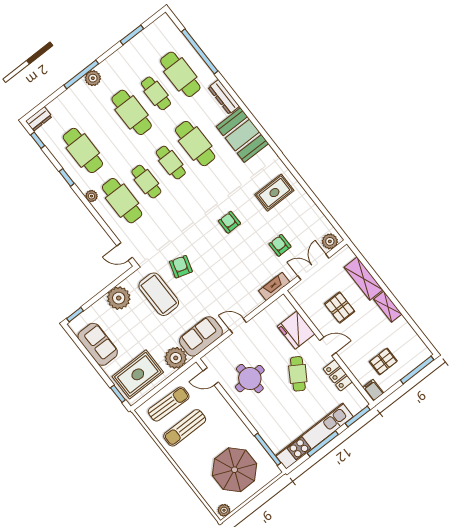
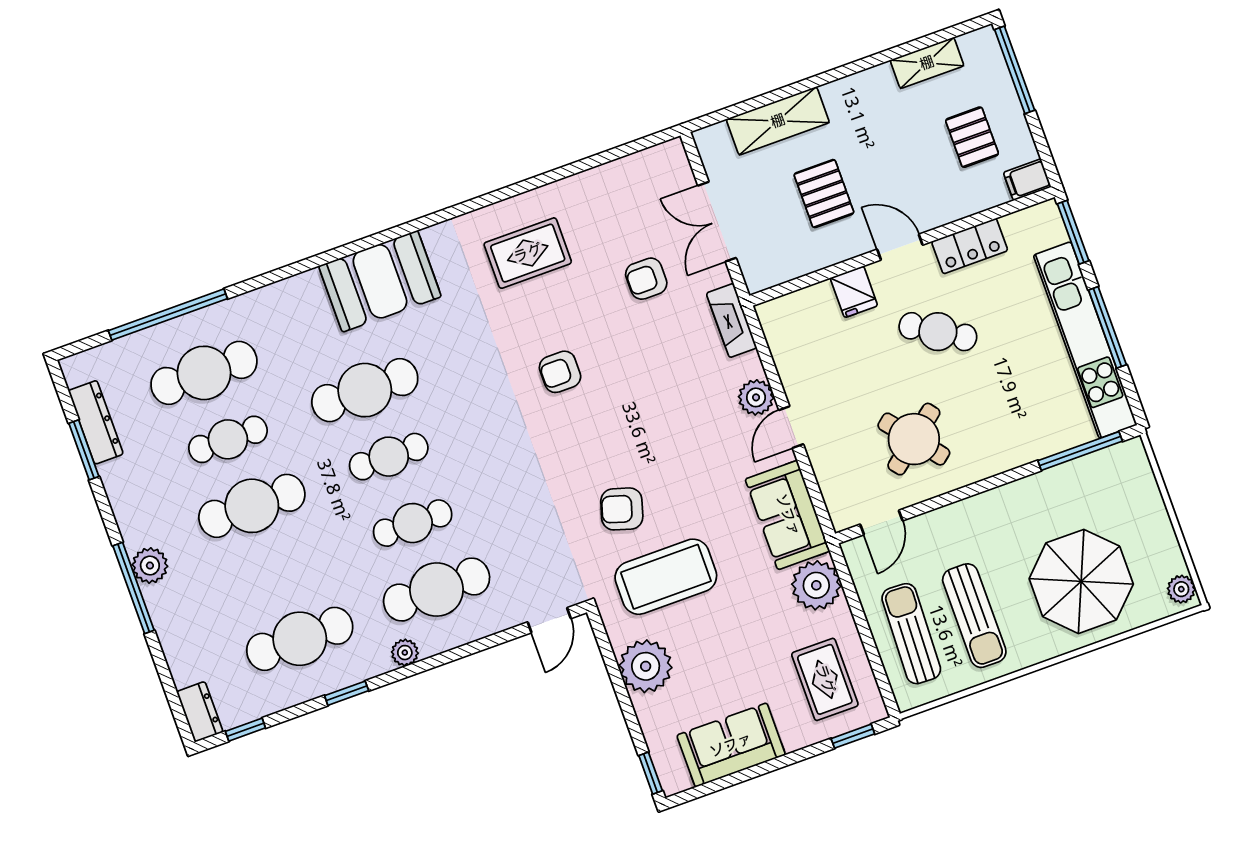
dresser: (224, 97) -> (96, 422), moved, turned -90
rug: (274, 193) -> (528, 253), turned 90
plant: (330, 241) -> (756, 397), moved
shelving: (388, 307) -> (927, 63), moved
pallet: (340, 308) -> (824, 194), turned 90
fridge: (296, 330) -> (854, 292), width x0.53, depth x0.75
door: (328, 346) -> (900, 247), hinge flipped
rug: (138, 374) -> (825, 679), width x0.73, depth x0.70
round table: (250, 379) -> (914, 439), turned -35
parasol: (235, 470) -> (1081, 581), moved

